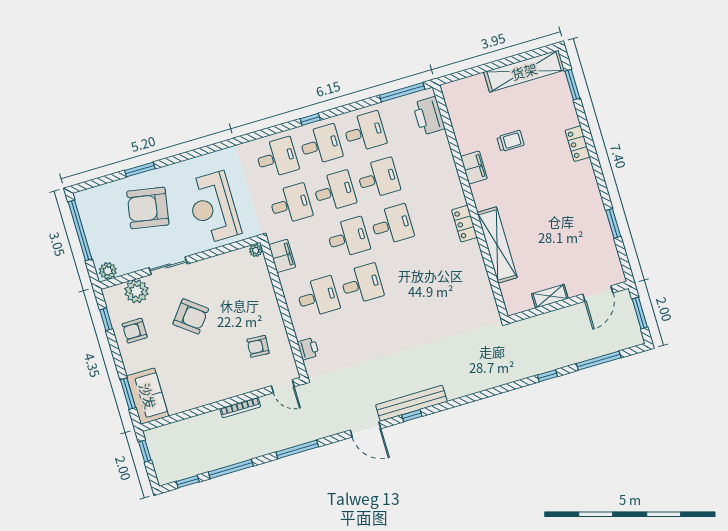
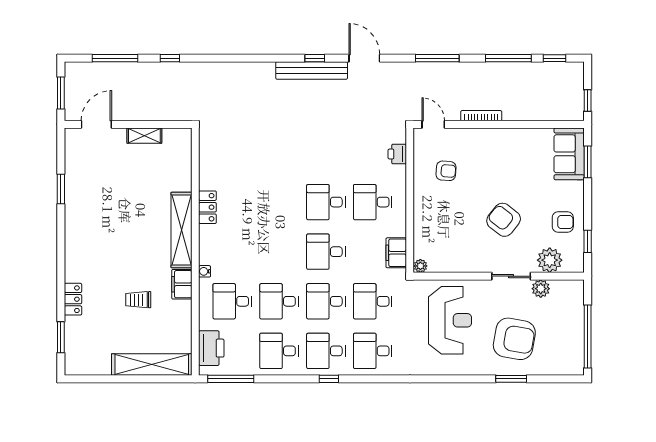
shelving: (524, 71) -> (152, 365), moved
locker: (578, 144) -> (73, 299), moved
water cooler: (456, 186) -> (205, 271), added
locker: (464, 224) -> (207, 207), moved
desk: (392, 225) -> (232, 301), moved
shelving: (497, 245) -> (181, 230), moved
plant: (108, 271) -> (541, 289), moved

